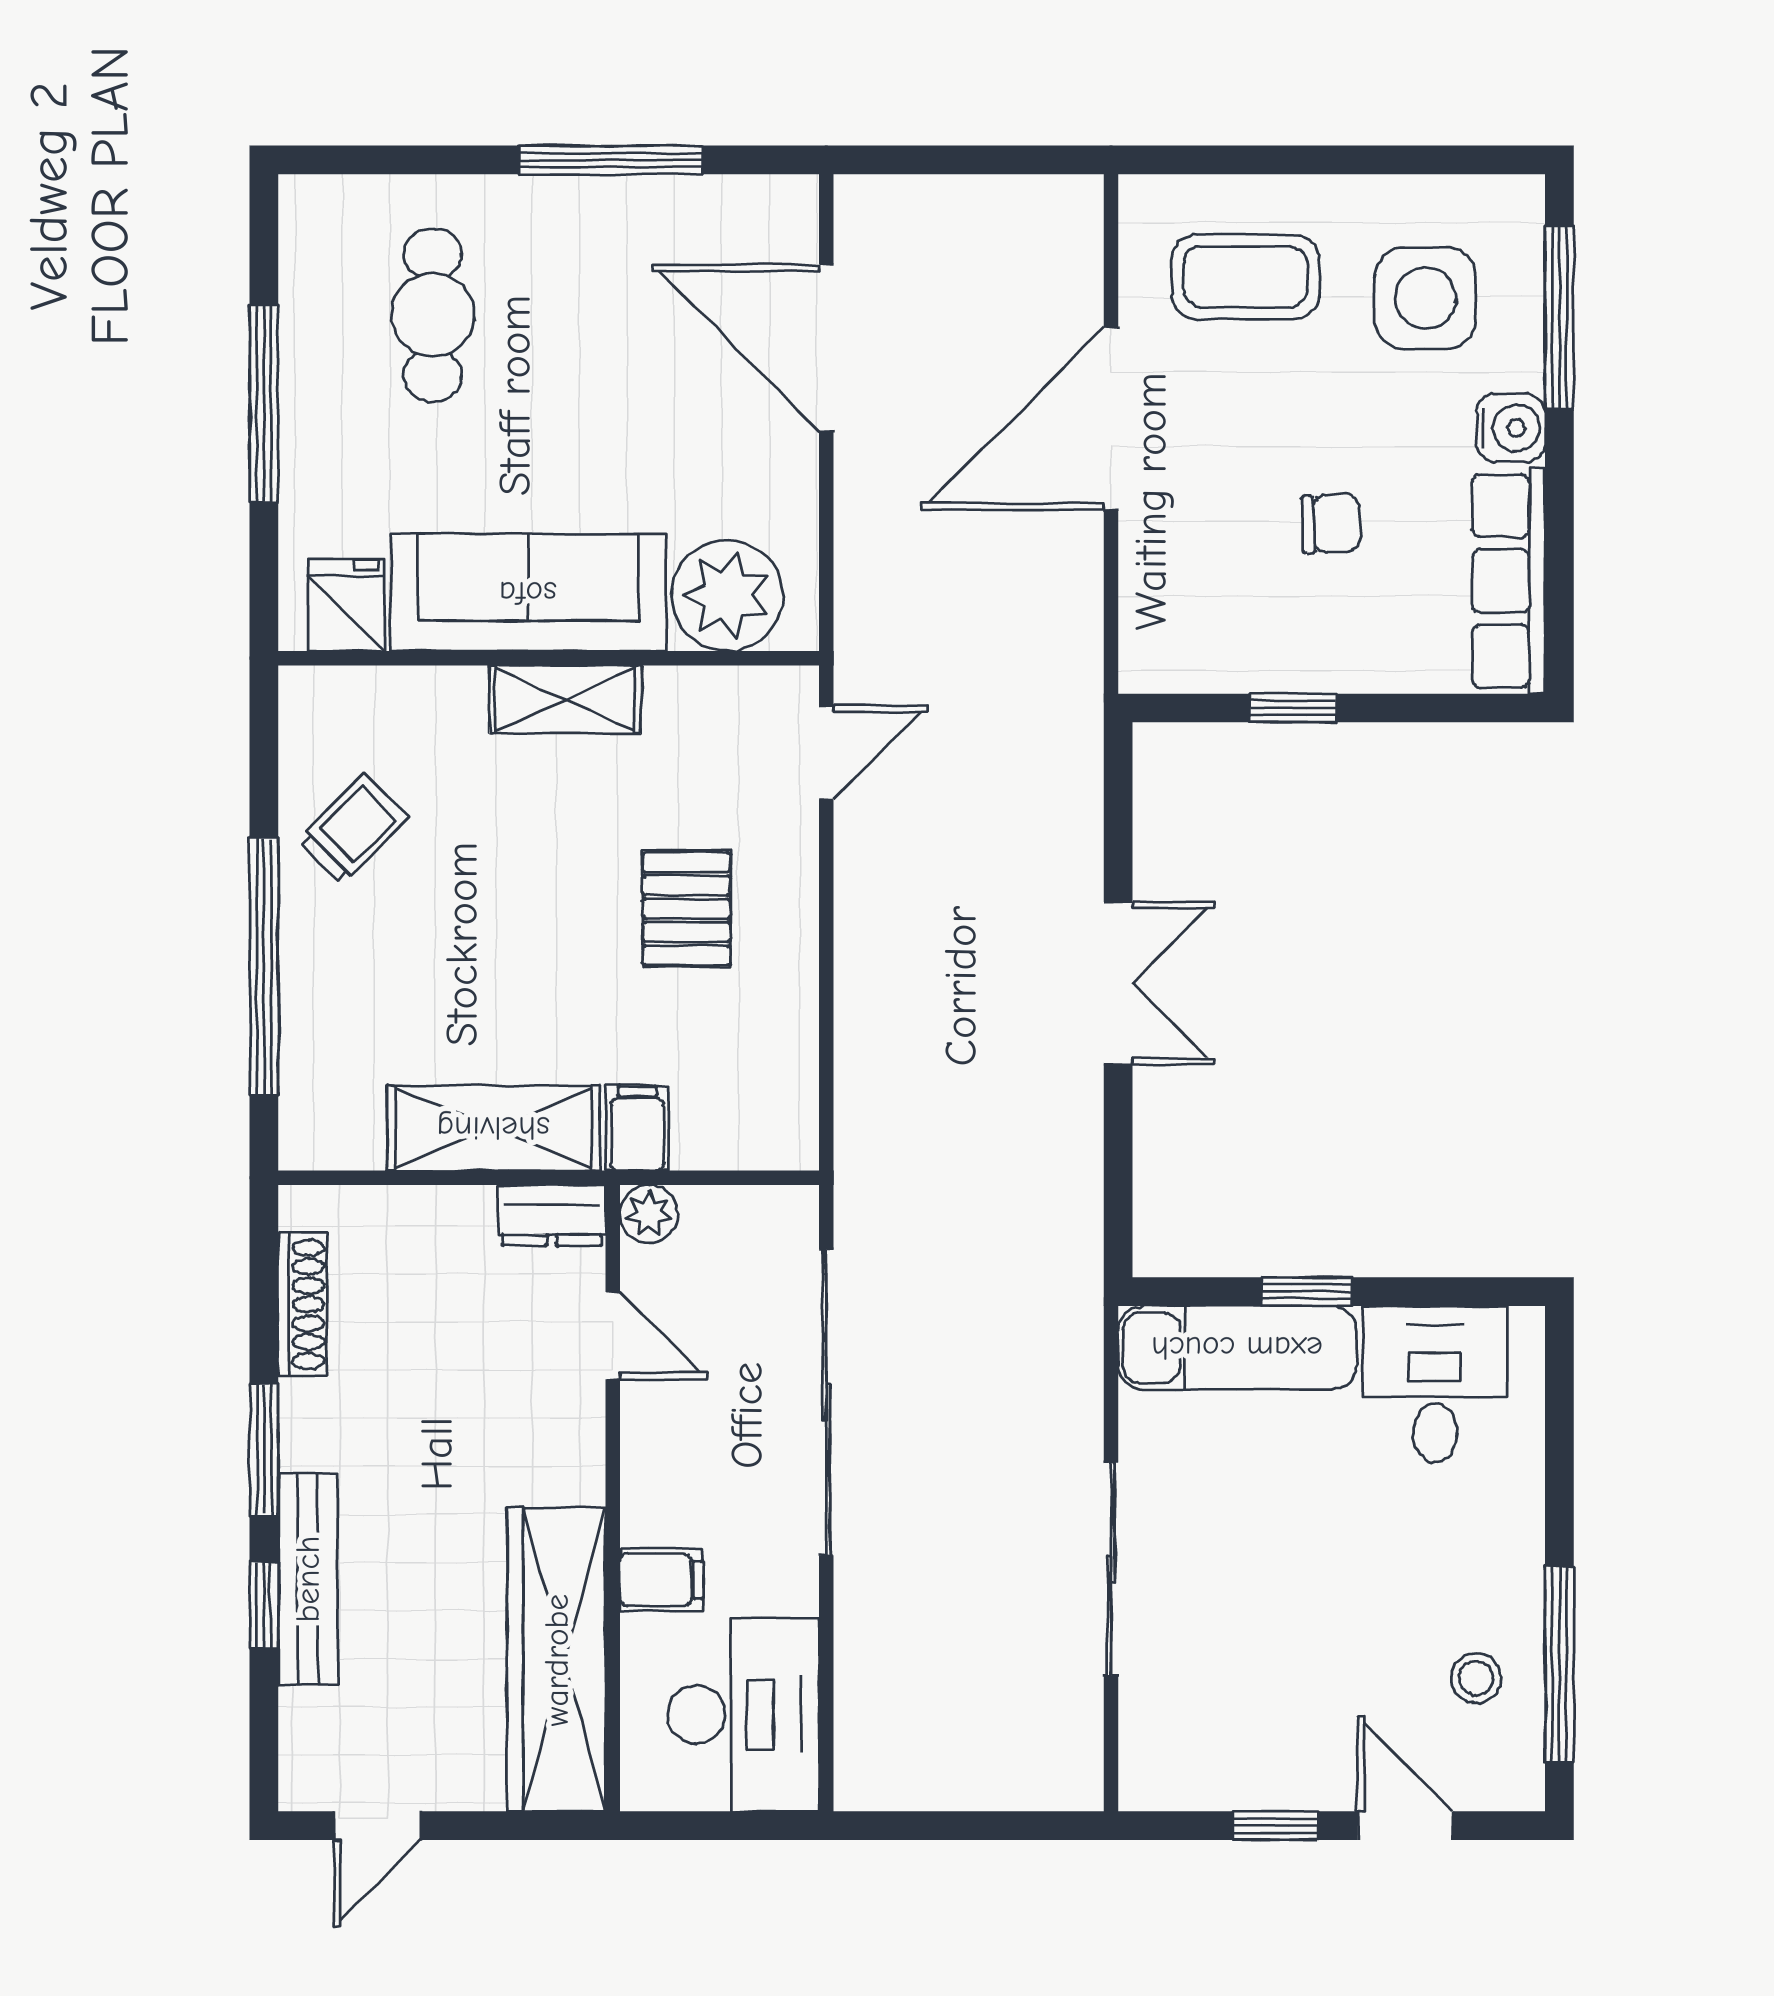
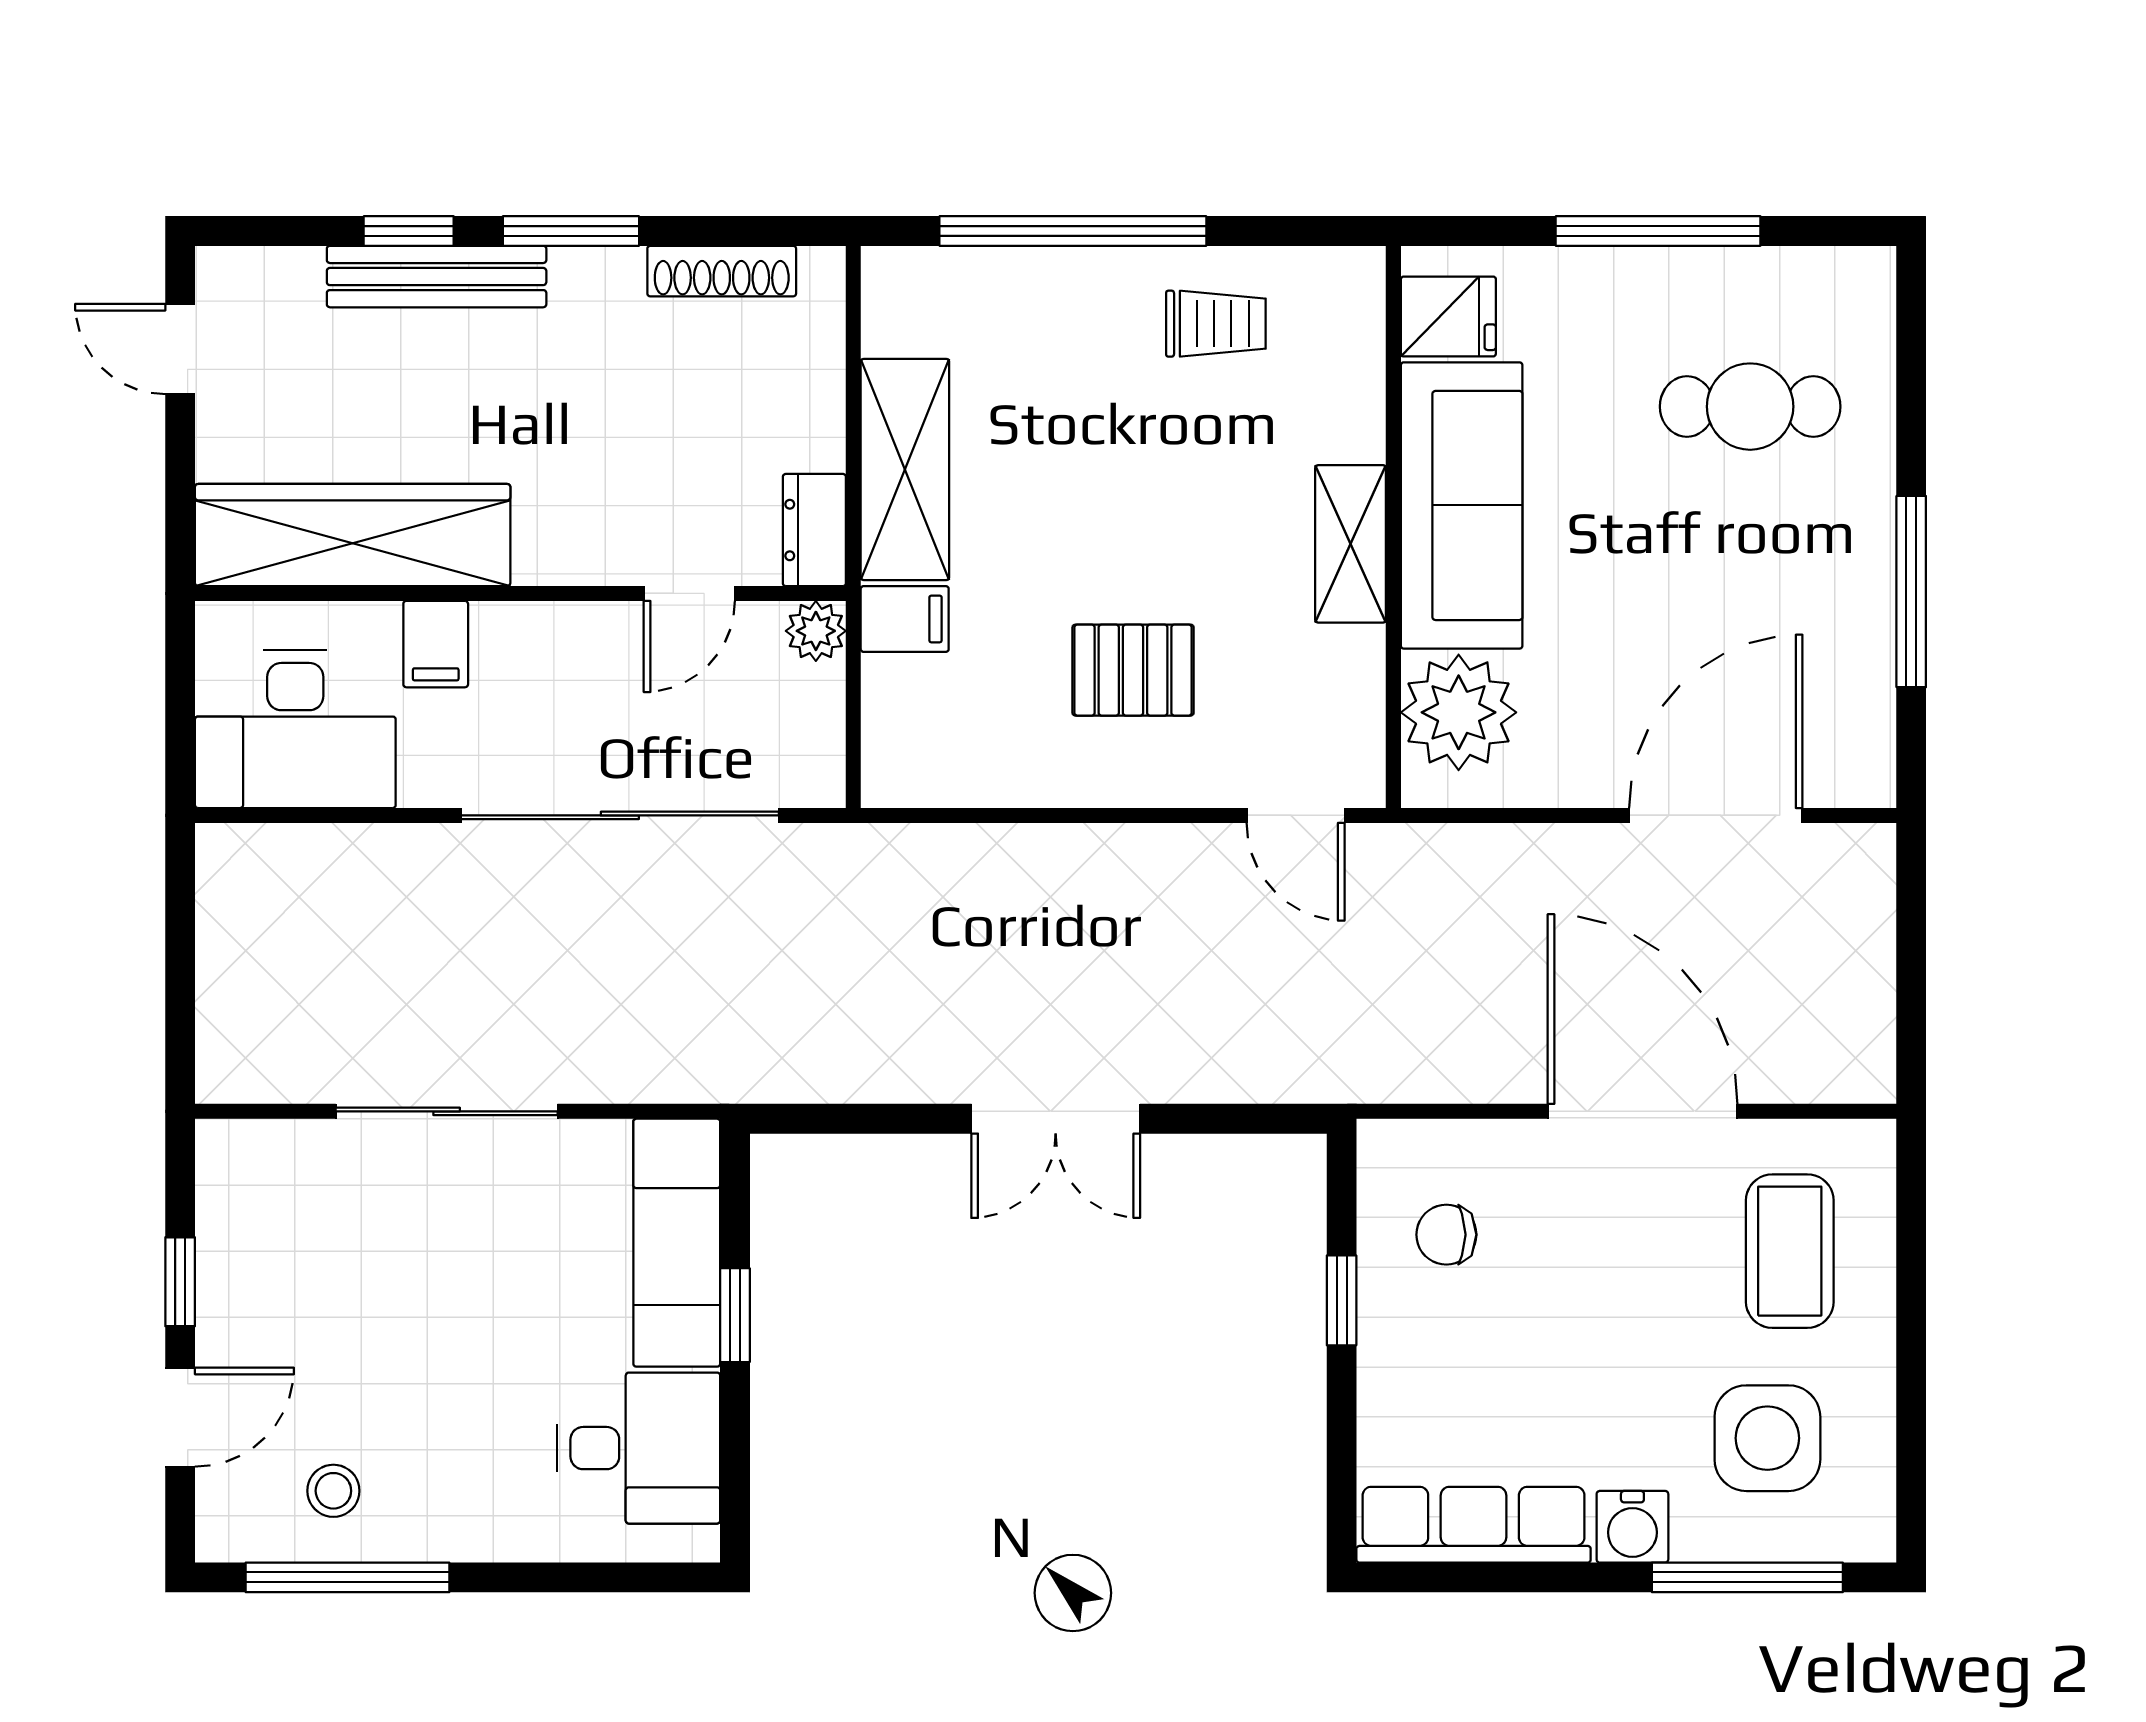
chair: (1331, 524) -> (1446, 1235), moved, turned 92
trolley: (353, 829) -> (1216, 324), turned -45

